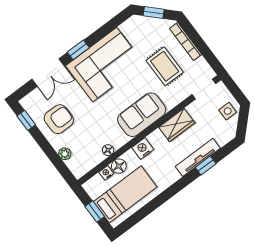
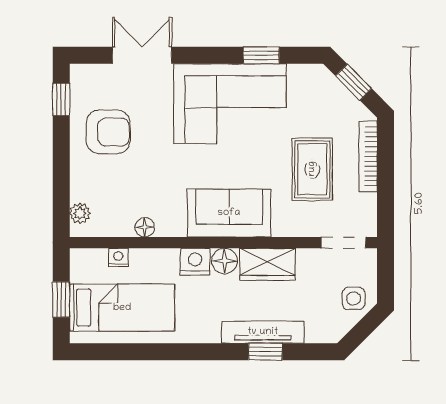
window: (78, 50) -> (261, 55), moved
double door: (48, 73) -> (142, 55), swing flipped
plant: (65, 154) -> (80, 213), moved
floor lamp: (119, 166) -> (225, 261), moved

